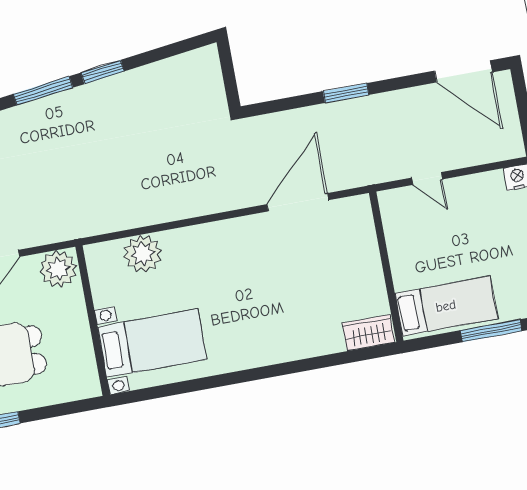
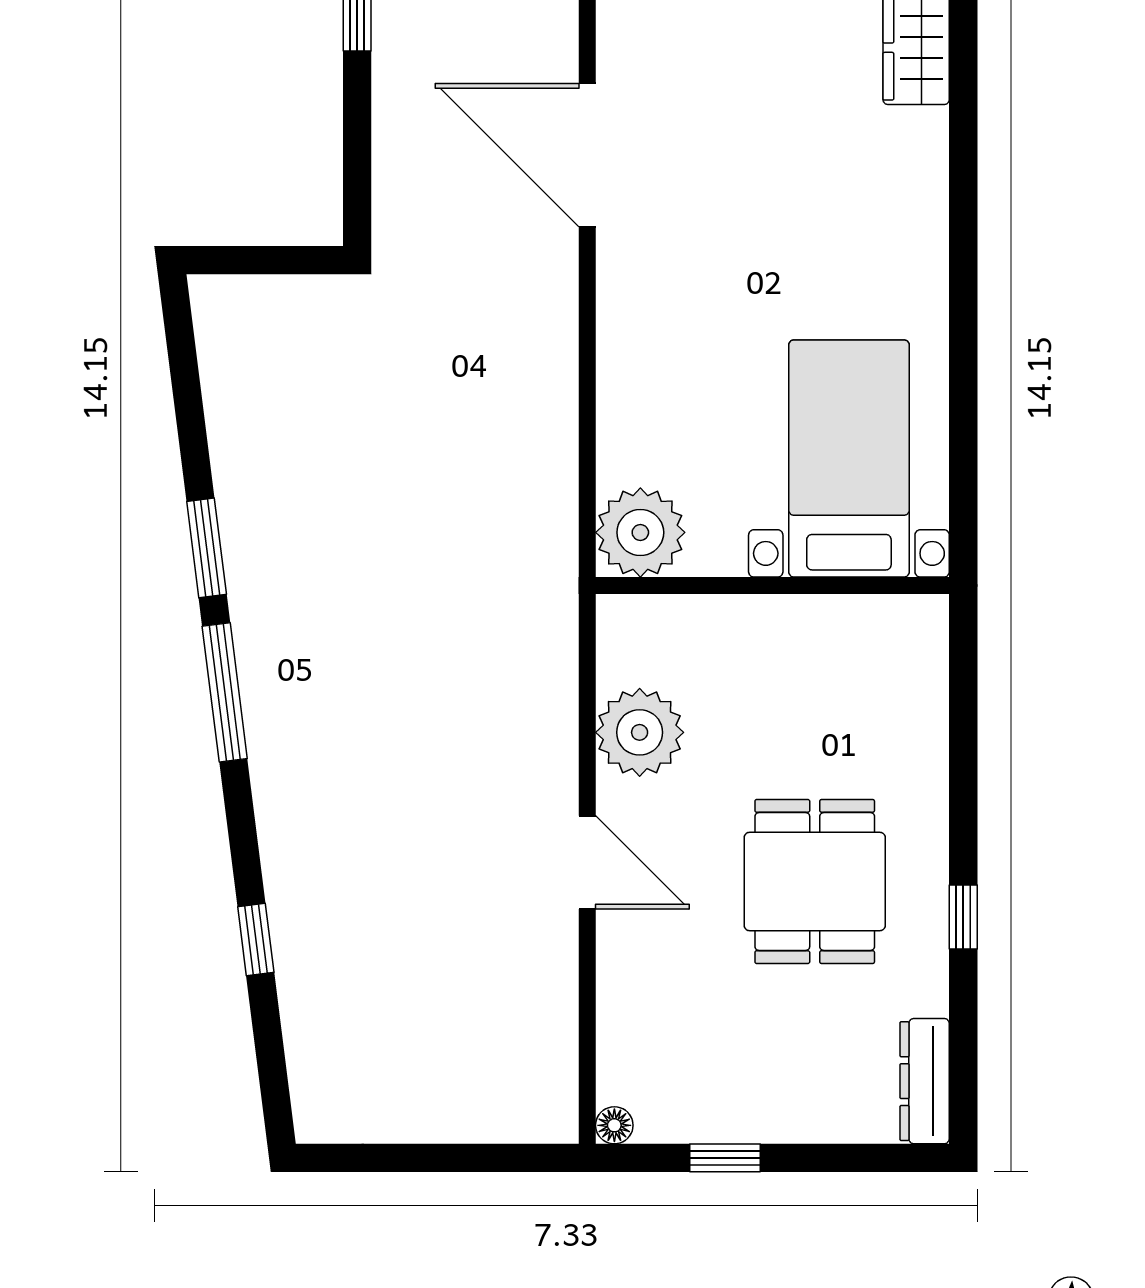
wall: (93, 321) -> (772, 586), moved
bed with nightstands: (152, 343) -> (849, 458), moved

